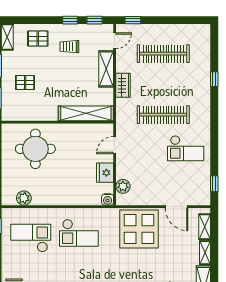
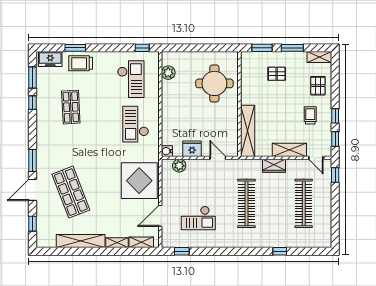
pallet: (25, 82) -> (277, 74), turned 90
checkout: (186, 148) -> (198, 218), moved, turned -90

